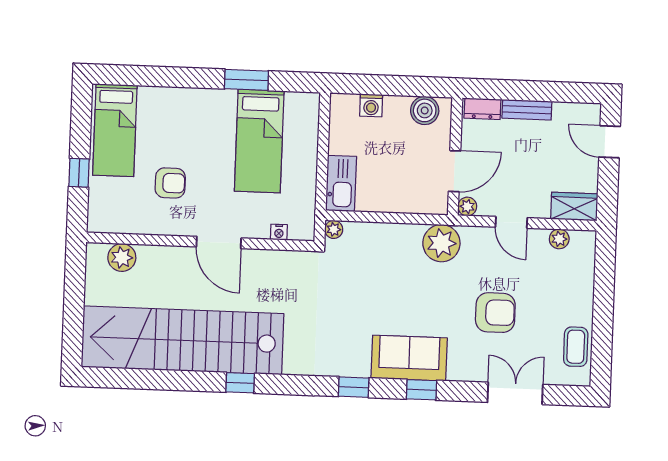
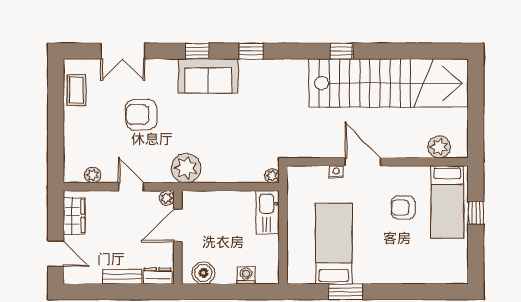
bed: (115, 130) -> (447, 202), moved, turned 180
wardrobe: (574, 207) -> (74, 216), moved, turned -90
nightstand: (279, 232) -> (336, 172), moved

